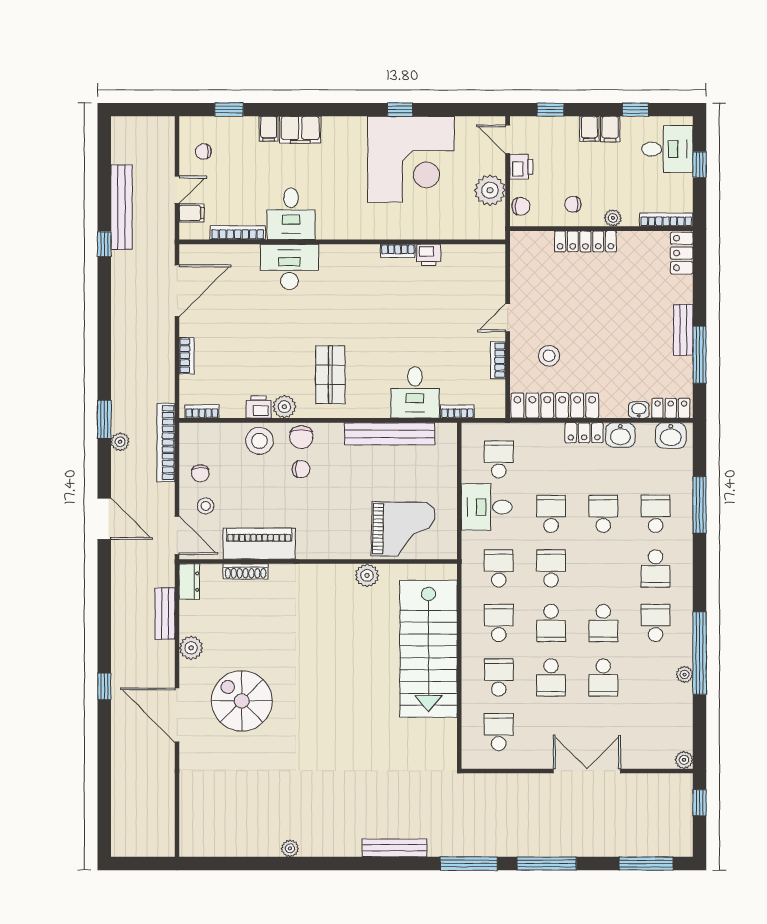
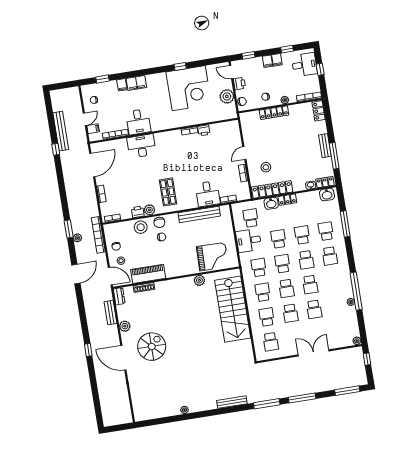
washbasin: (620, 435) -> (271, 203), moved
door: (104, 519) -> (76, 274), hinge flipped
school desk: (656, 623) -> (306, 260), moved, turned 180
spiral stairs: (242, 701) -> (152, 347), turned 90
school desk: (499, 732) -> (271, 342), turned 180

